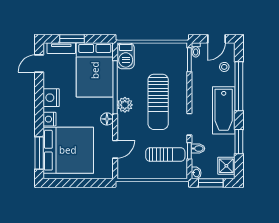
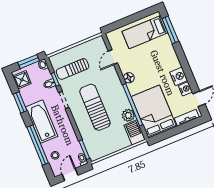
window: (72, 39) -> (181, 128), removed
plant: (125, 105) -> (128, 115), moved
nightstand: (49, 119) -> (185, 89), moved
bed: (68, 150) -> (145, 32), width x0.49

